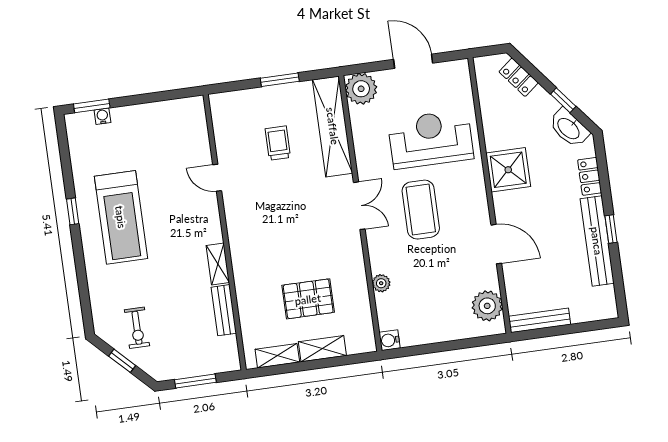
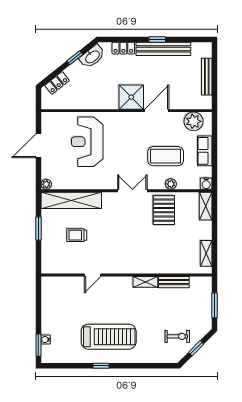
plant: (361, 89) -> (46, 184), width x0.53, depth x0.53
shower: (508, 170) -> (131, 97), moved
double door: (359, 206) -> (132, 191), moved
coffee table: (421, 210) -> (166, 156), moved
pallet: (308, 299) -> (164, 210), moved
bench: (540, 320) -> (207, 77), moved
row of seats: (442, 331) -> (205, 151), added
shelving: (322, 349) -> (206, 206), moved

